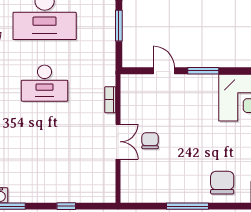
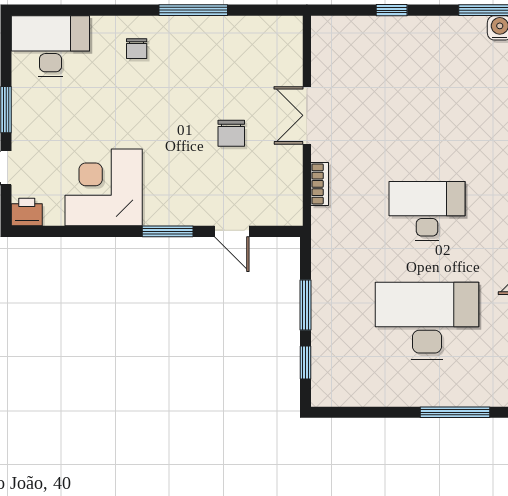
chair: (150, 141) -> (231, 133), moved
chair: (222, 183) -> (137, 49), width x0.54, depth x0.54

